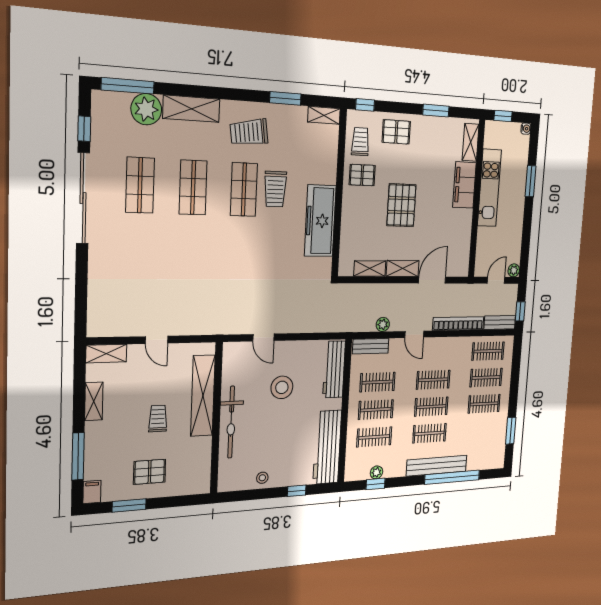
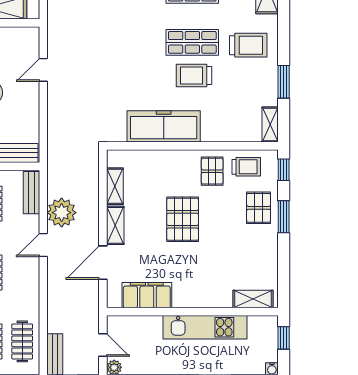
window: (436, 111) -> (284, 217), moved
trolley: (249, 132) -> (248, 45), turned 98
filing cabinet: (464, 185) -> (147, 295), moved
pallet: (401, 205) -> (183, 219), turned 90
door: (432, 280) -> (103, 263), swing flipped
plant: (383, 324) -> (62, 213), width x1.87, depth x1.87
bookcase: (458, 324) -> (54, 300), removed

